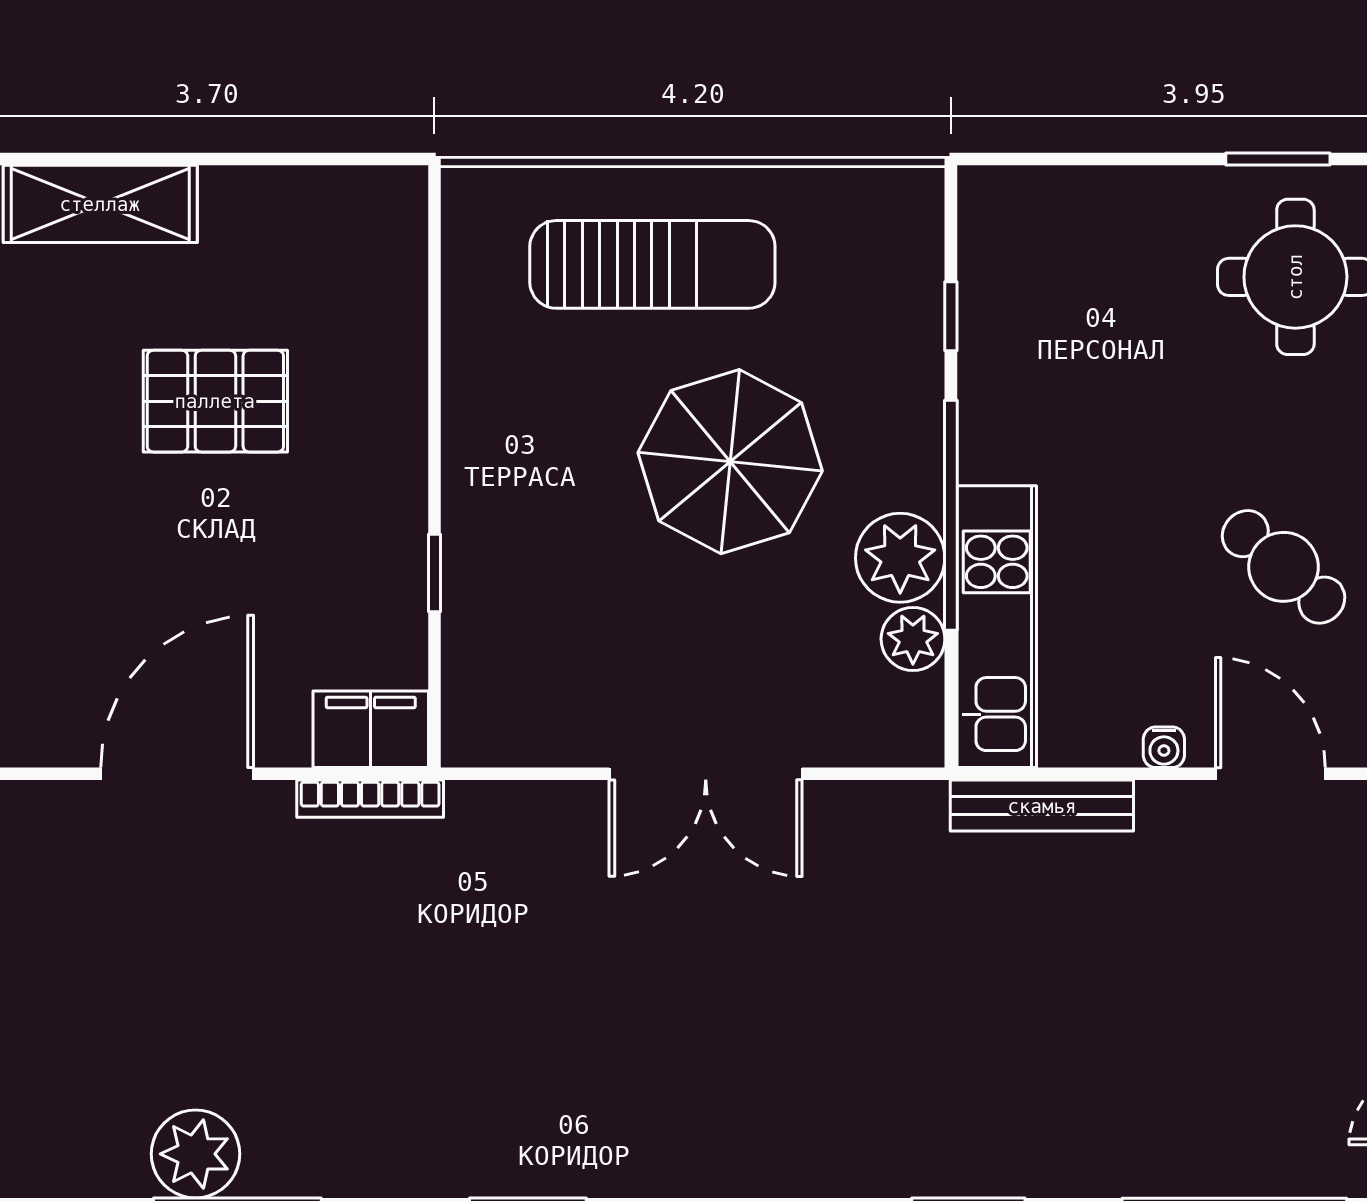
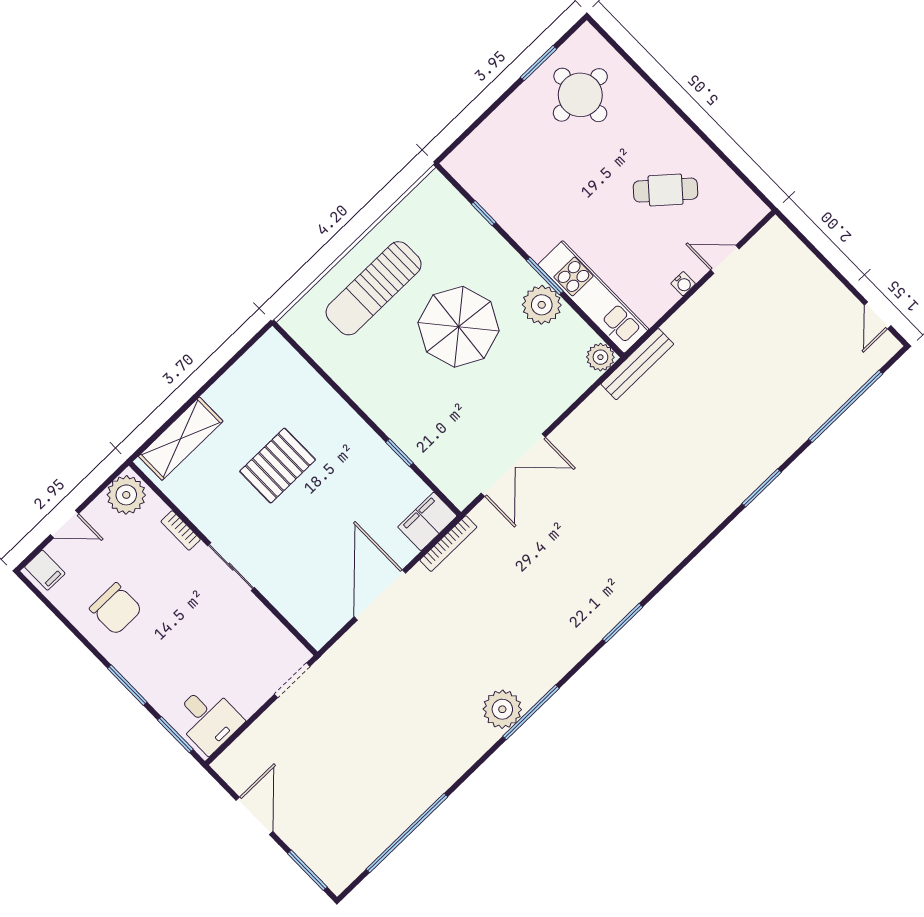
sun lounger: (652, 264) -> (374, 288), turned 180
window: (951, 515) -> (545, 276), width x0.47
plant: (913, 639) -> (600, 357), moved
double door: (706, 774) -> (513, 465), moved
door: (1270, 774) -> (725, 259), width x0.73
bench: (1042, 806) -> (637, 364), moved

